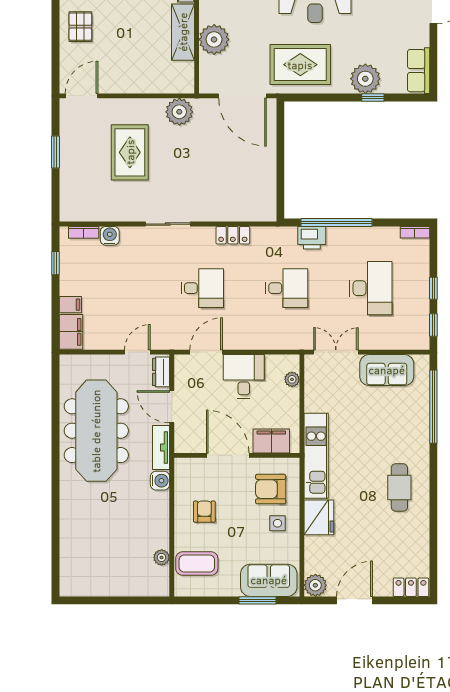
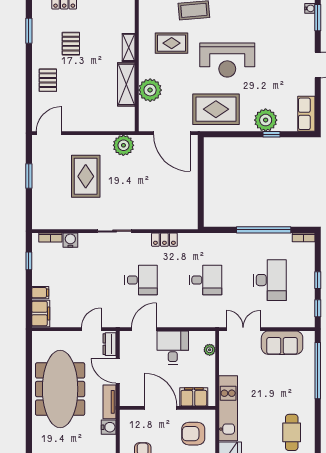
window: (336, 223) -> (264, 230), moved
printer: (312, 238) -> (225, 242), removed

